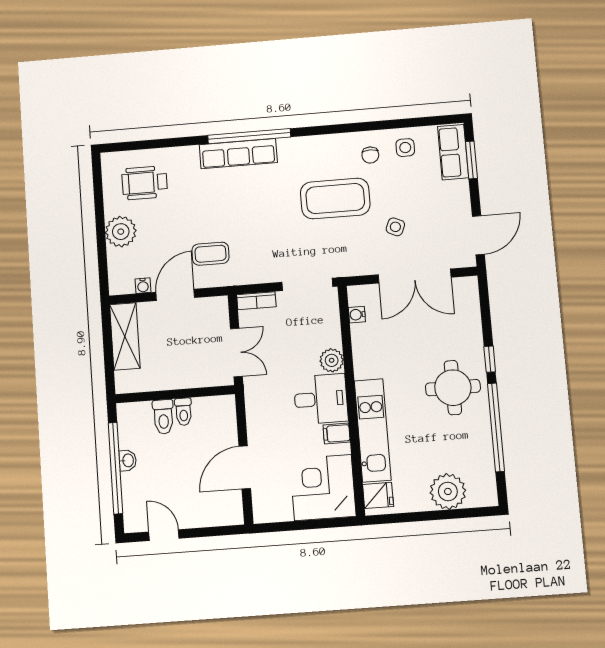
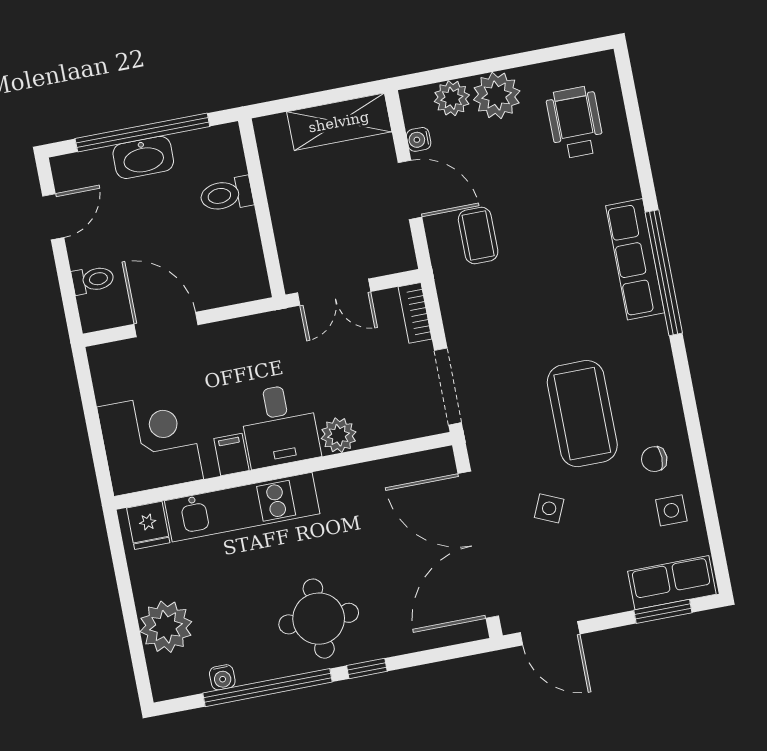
plant: (119, 261) -> (452, 98), added
double door: (415, 276) -> (478, 545), width x1.36
water cooler: (357, 315) -> (222, 677), moved, turned 180
toilet: (183, 412) -> (93, 280), moved, turned 180
washbasin: (128, 460) -> (143, 157), width x1.91, depth x1.45

